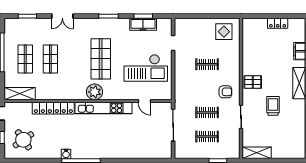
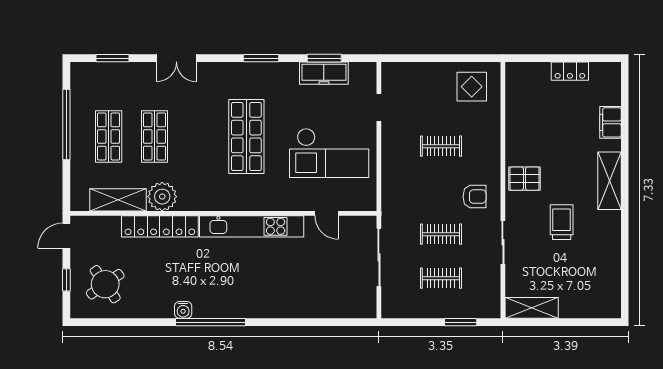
plant: (95, 92) -> (162, 197), moved
shelving: (20, 94) -> (118, 200), moved

